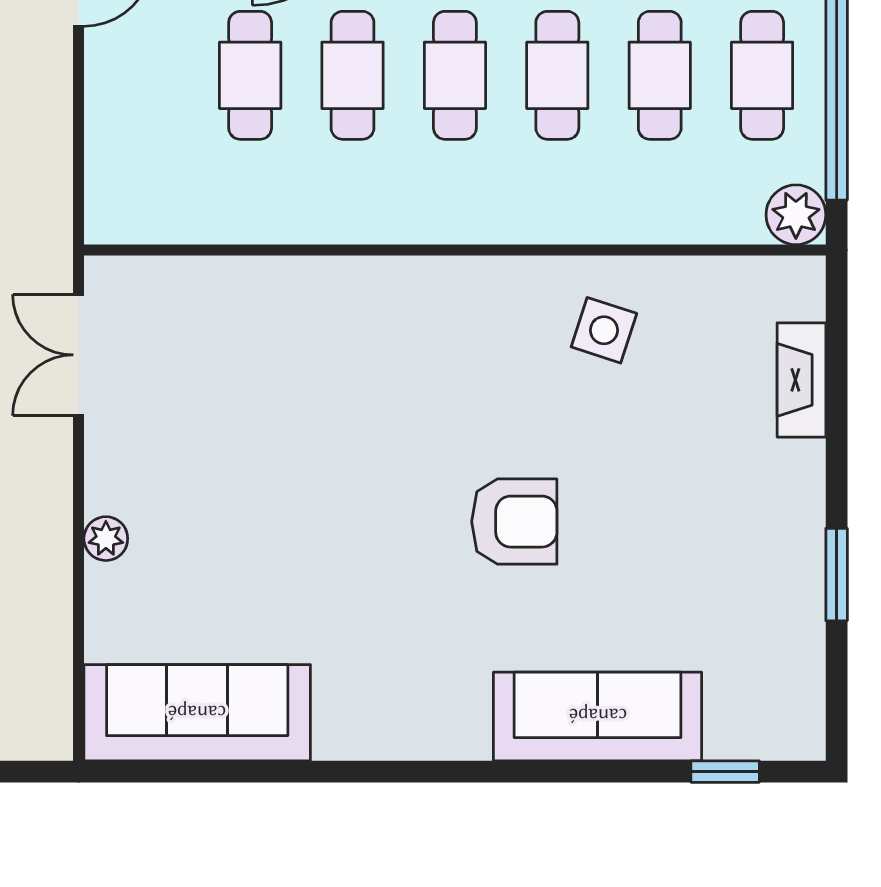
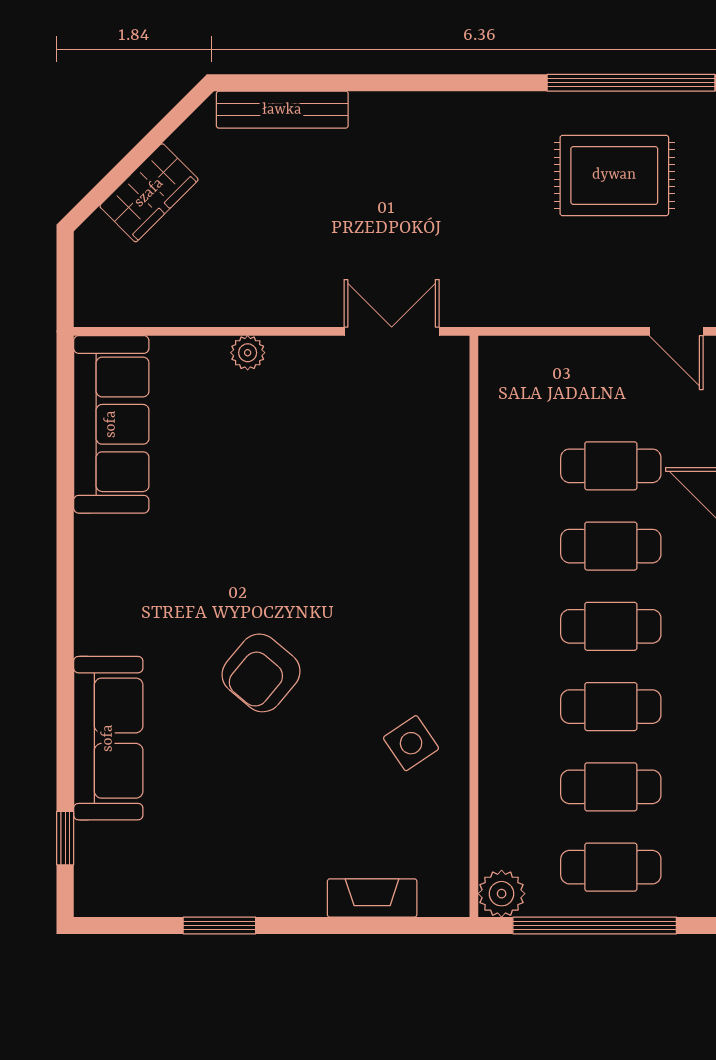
side table: (604, 330) -> (411, 743), turned 38
armchair: (514, 522) -> (261, 673), turned 40

